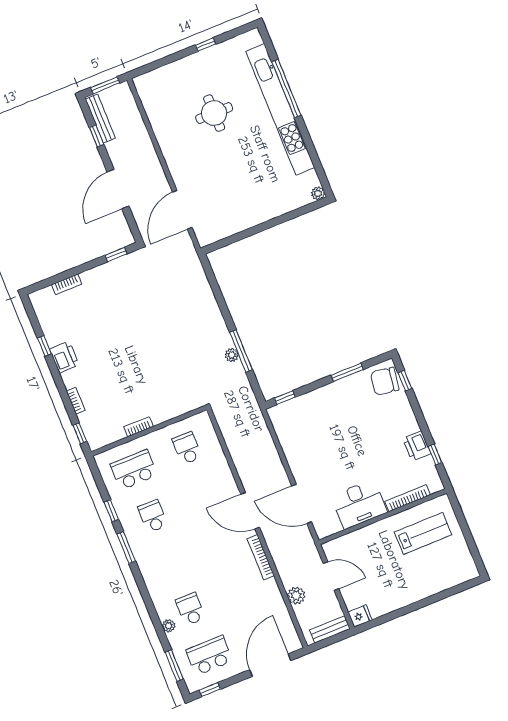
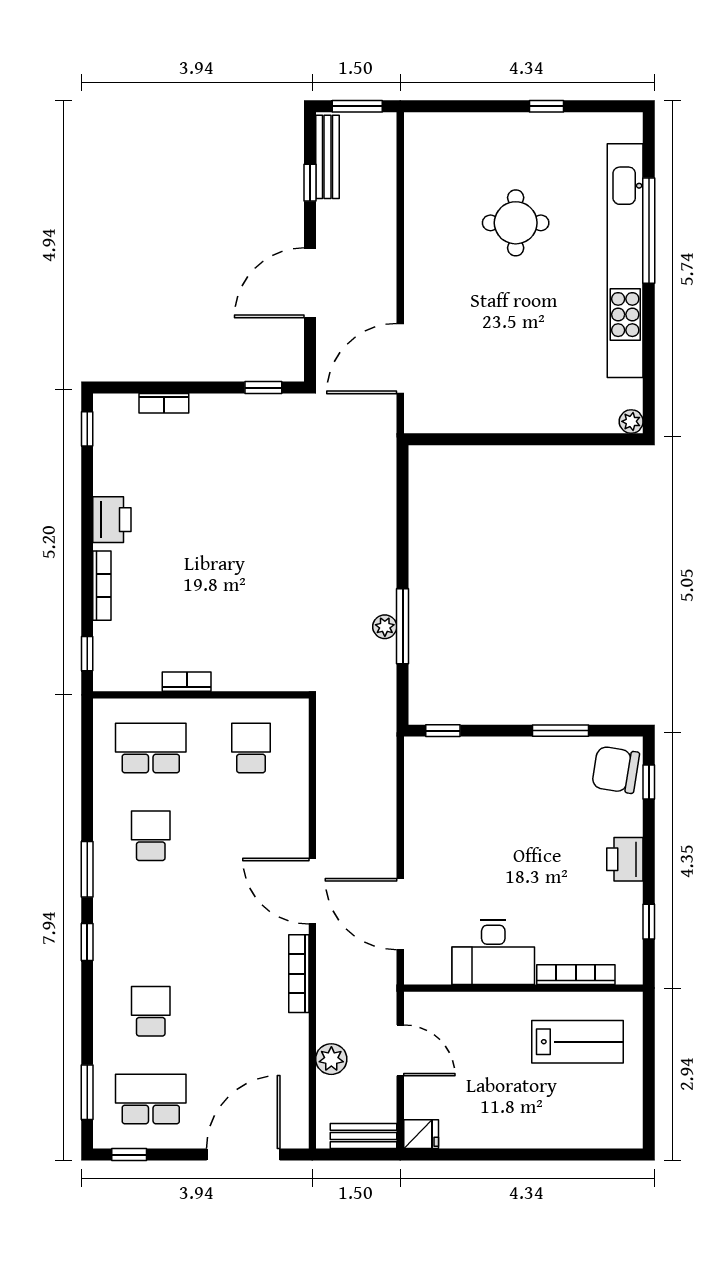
window: (44, 346) -> (87, 429), moved
bookcase: (76, 401) -> (102, 586), width x1.56
printer: (417, 446) -> (625, 859), moved
window: (111, 511) -> (87, 942), moved
plant: (169, 626) -> (104, 1024), removed

